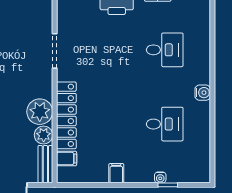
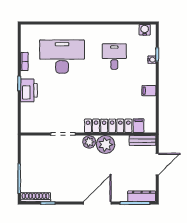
desk: (165, 50) -> (62, 57), width x1.87, depth x1.30
water cooler: (203, 93) -> (145, 30), moved
plant: (44, 135) -> (89, 142), moved

